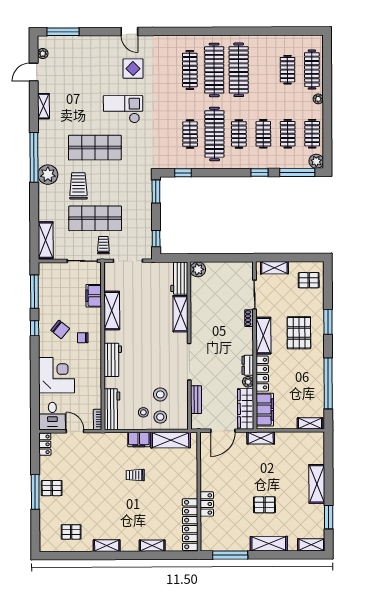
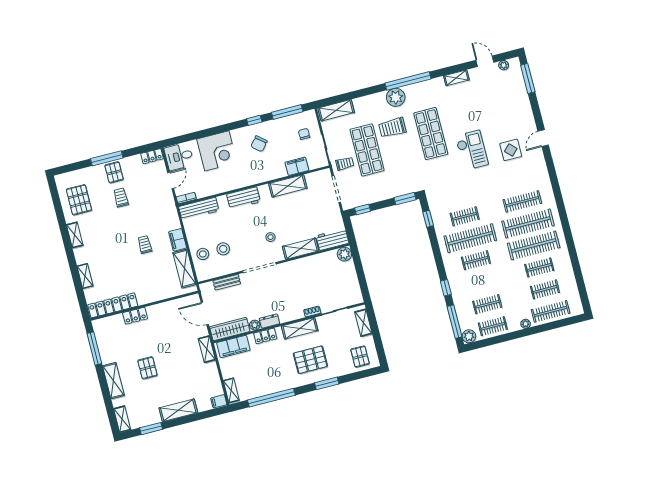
clothes rail: (263, 134) -> (539, 267), moved
trolley: (78, 186) -> (392, 128), turned 180
chair: (83, 338) -> (304, 134), moved
locker: (262, 374) -> (265, 336), width x0.66
stool: (143, 412) -> (270, 237), moved
filing cabinet: (318, 439) -> (219, 401), added
trolley: (80, 488) -> (121, 198), added
pallet: (71, 532) -> (79, 200), width x1.50, depth x1.42

